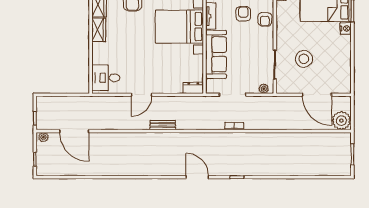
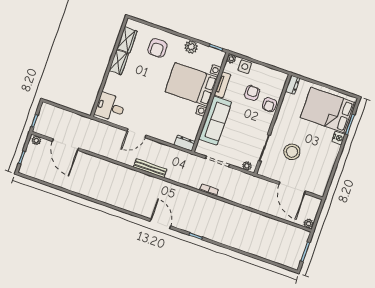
plant: (341, 121) -> (309, 223), width x0.53, depth x0.53
bench: (163, 125) -> (150, 168), width x1.36

